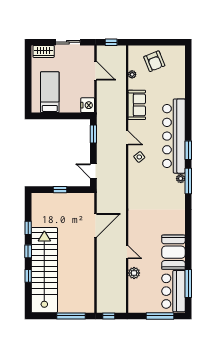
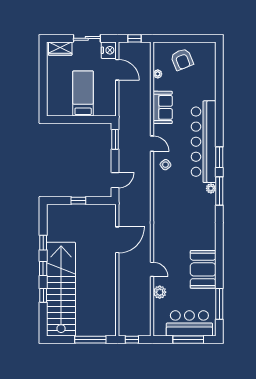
bed: (50, 92) -> (83, 93), moved
nightstand: (88, 105) -> (109, 50), moved
door: (93, 171) -> (115, 180), swing flipped
bar counter: (173, 291) -> (189, 323), moved, turned 90

